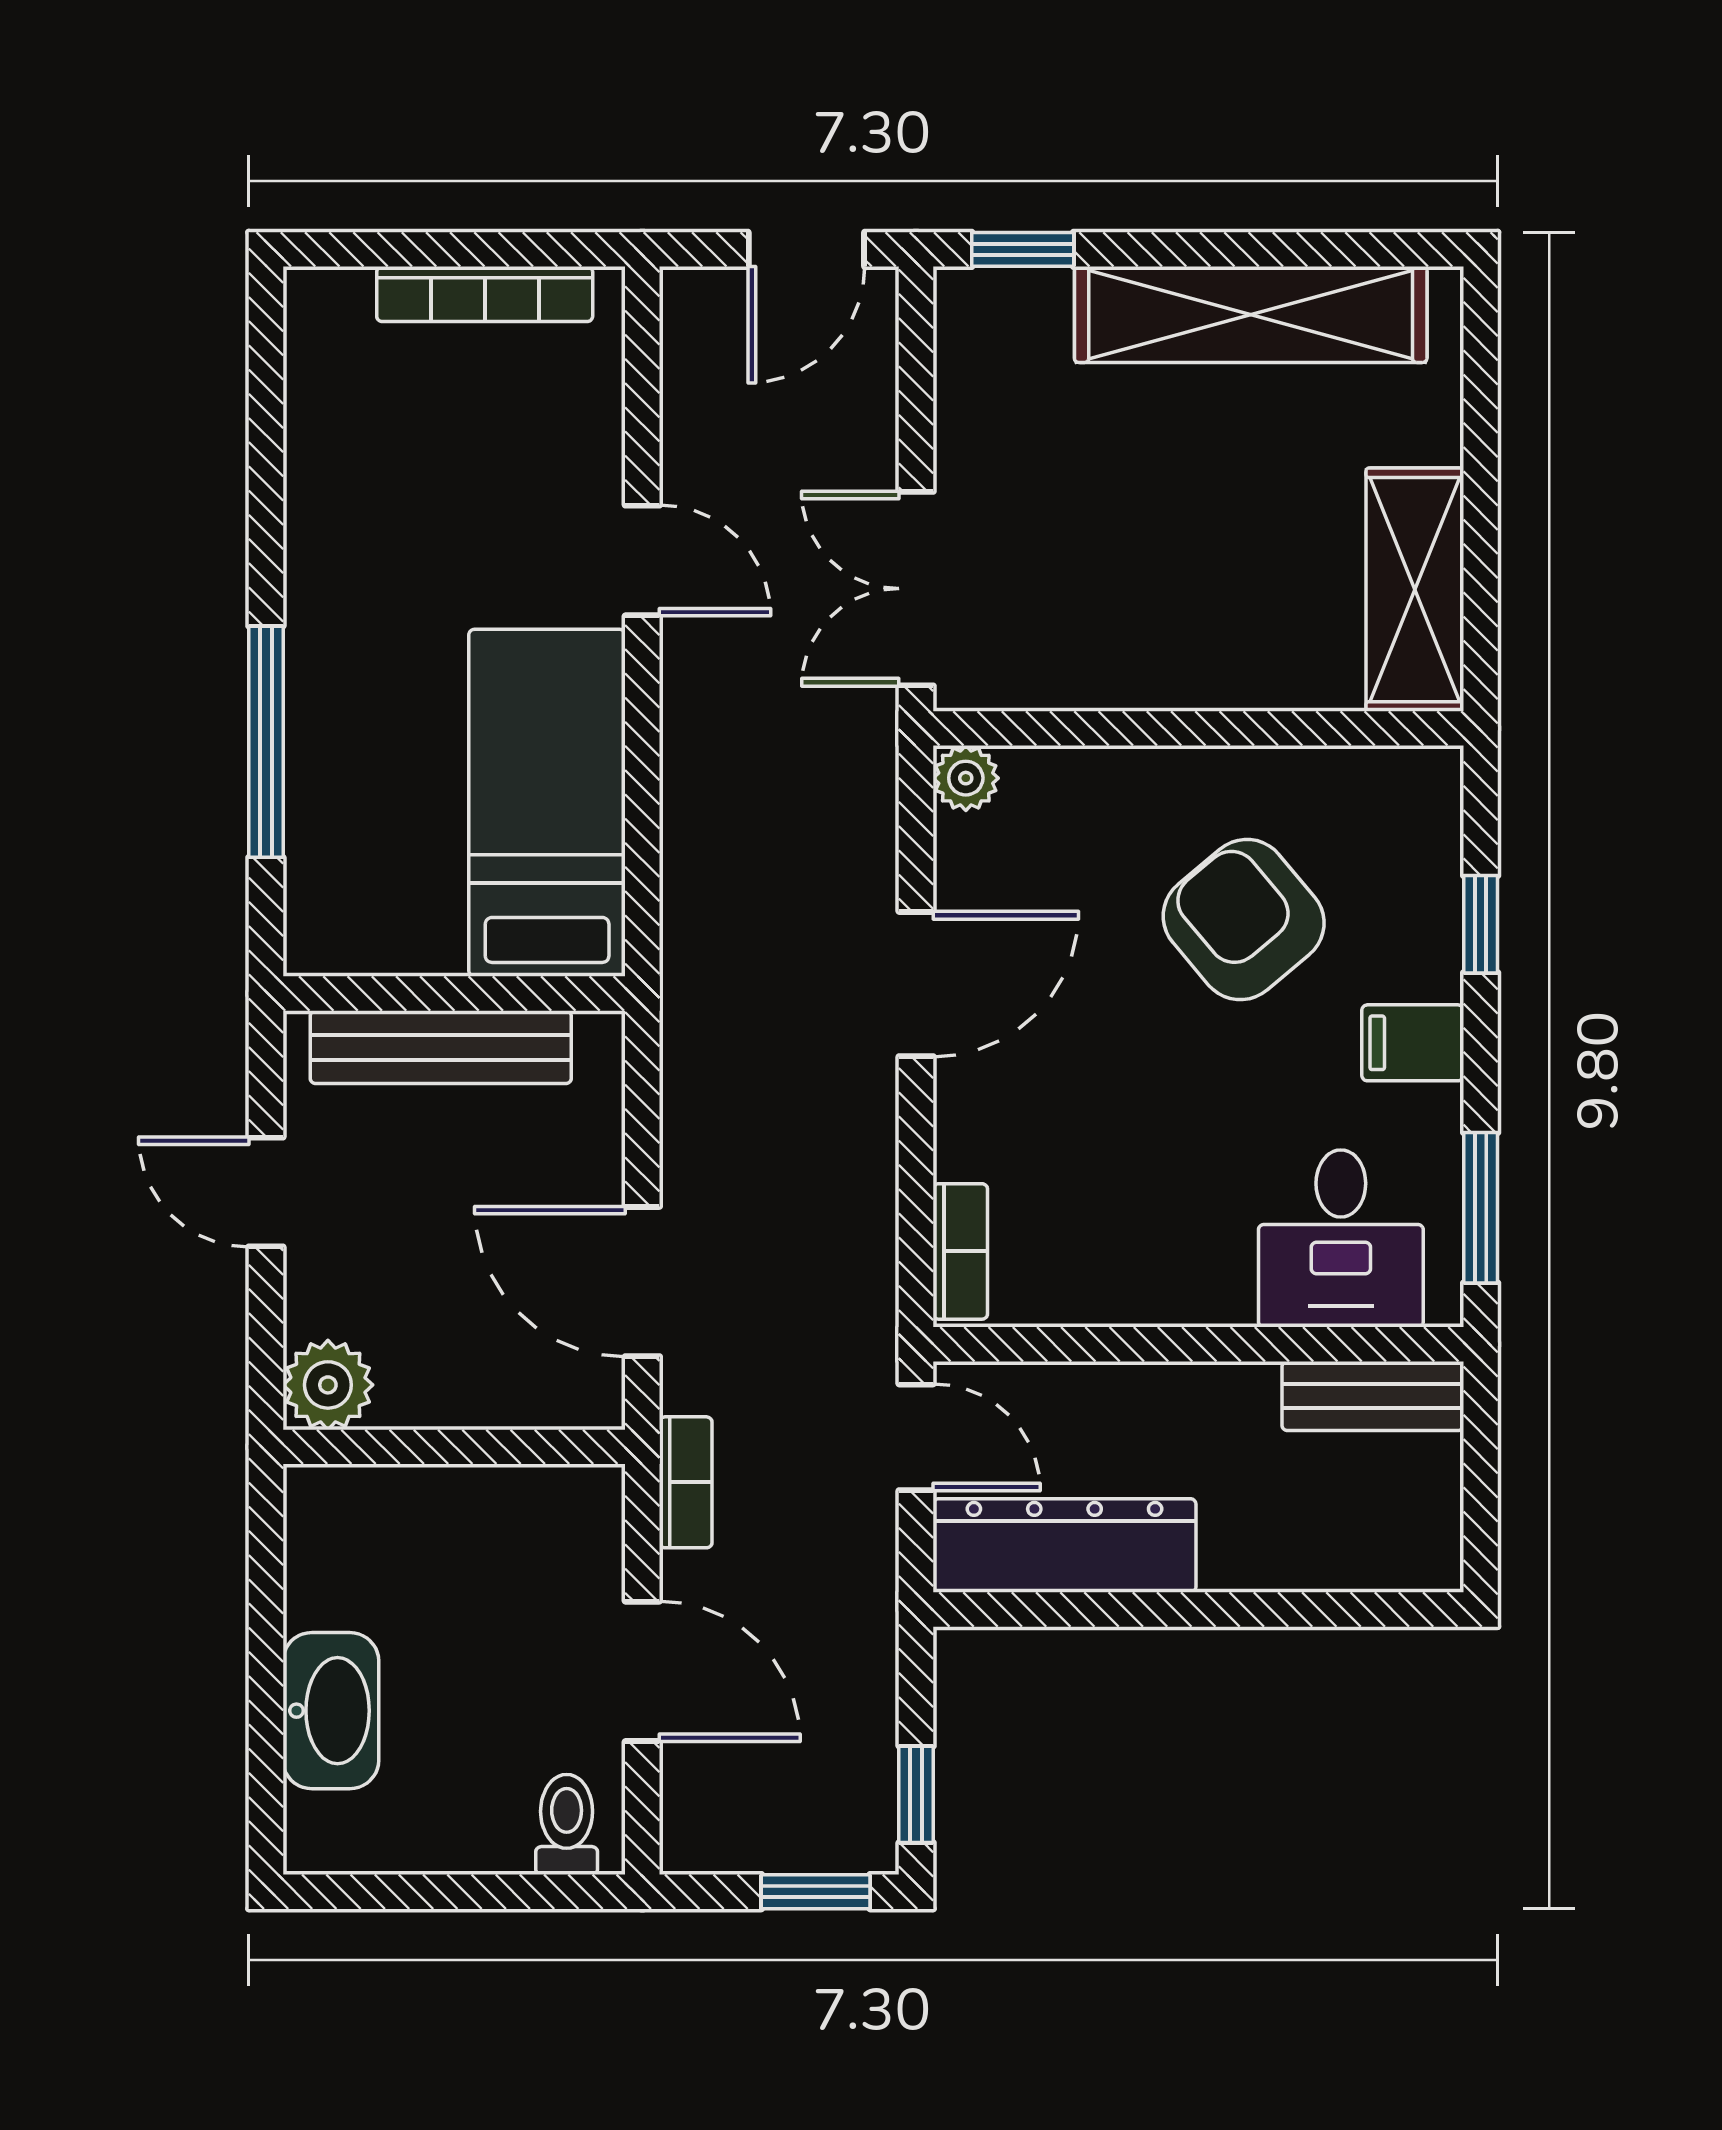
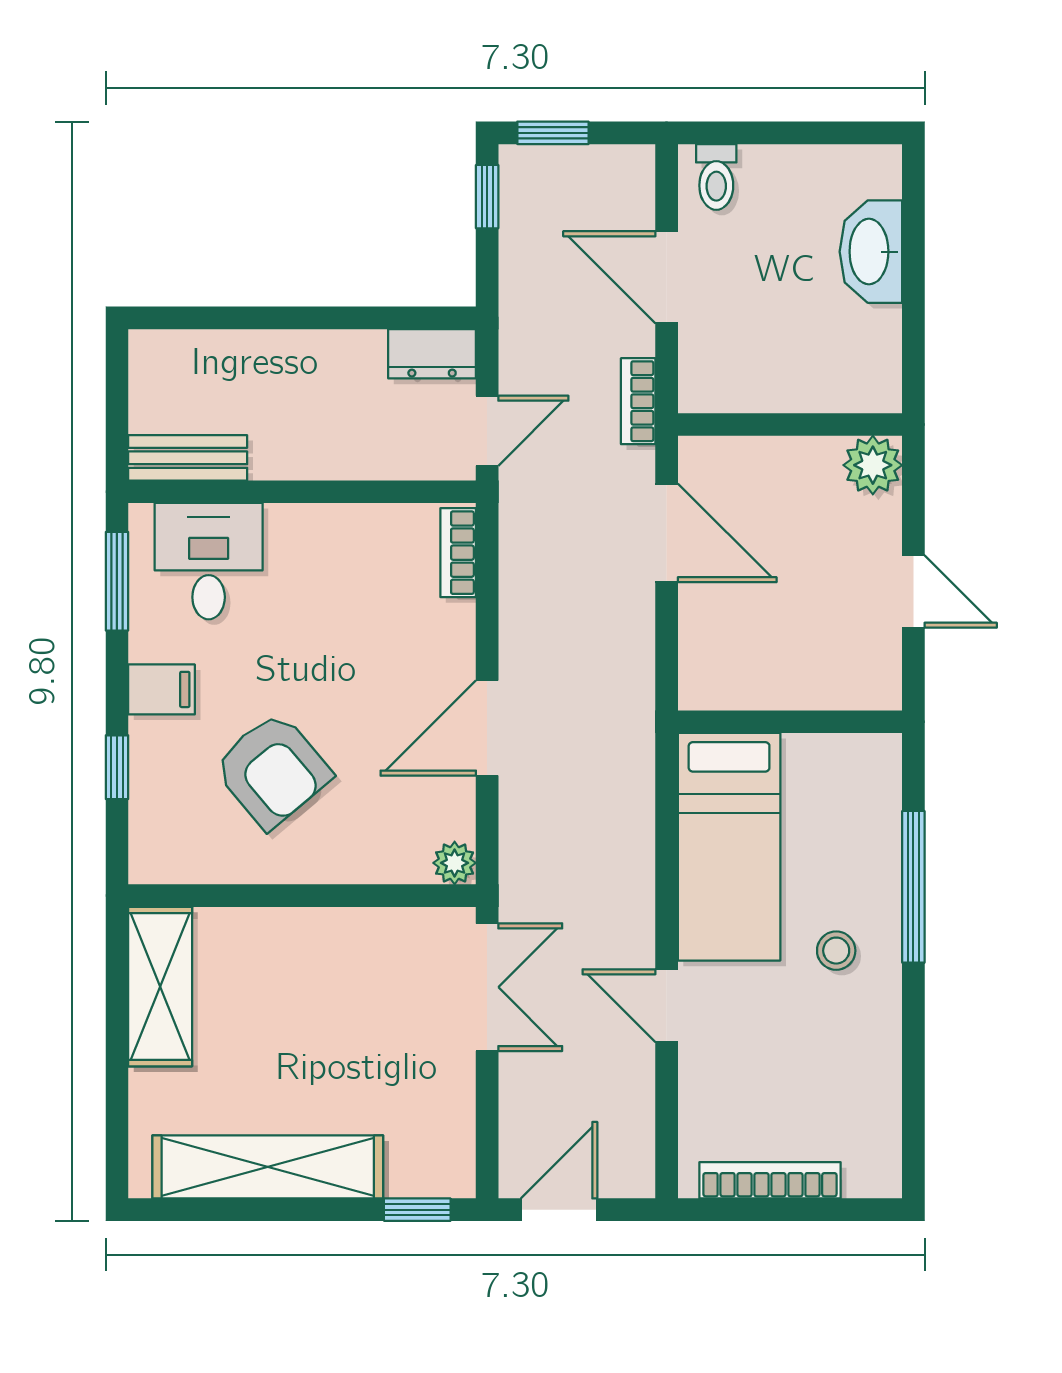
stool: (384, 645) -> (836, 951), added
bench: (441, 1047) -> (799, 687), removed
door: (916, 1437) -> (487, 431), swing flipped
dresser: (1064, 1545) -> (432, 354), width x0.51, depth x0.80

